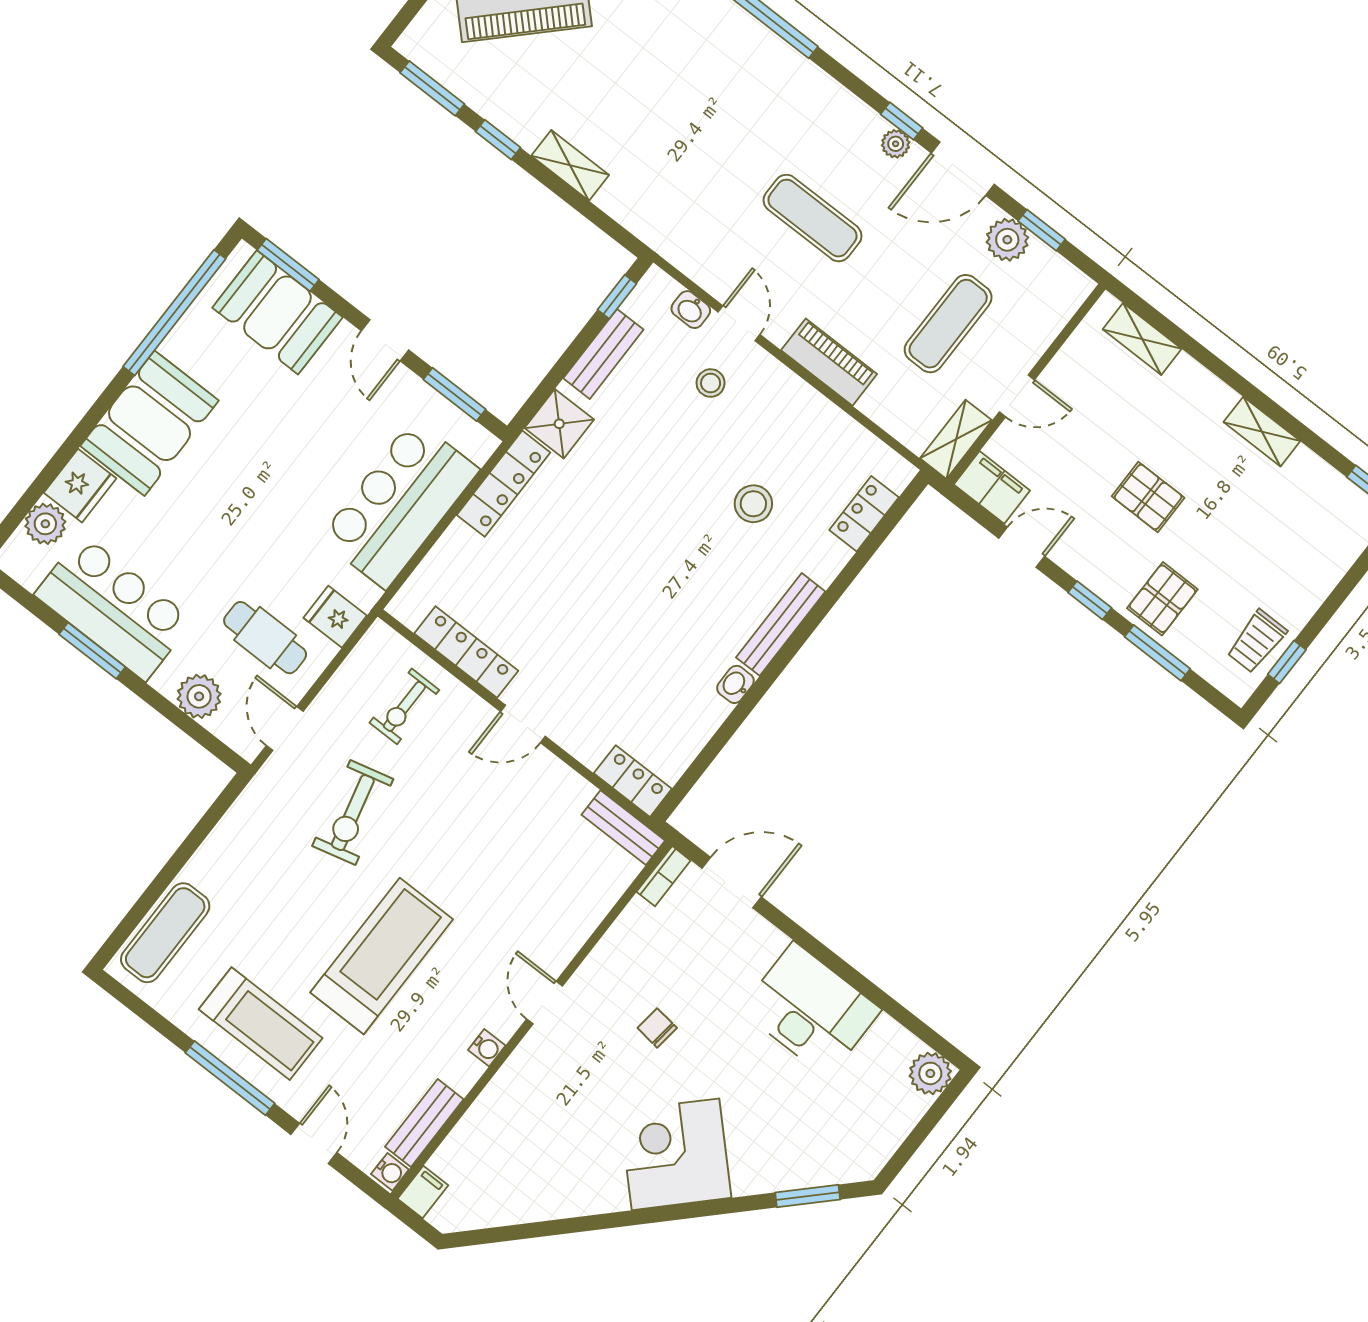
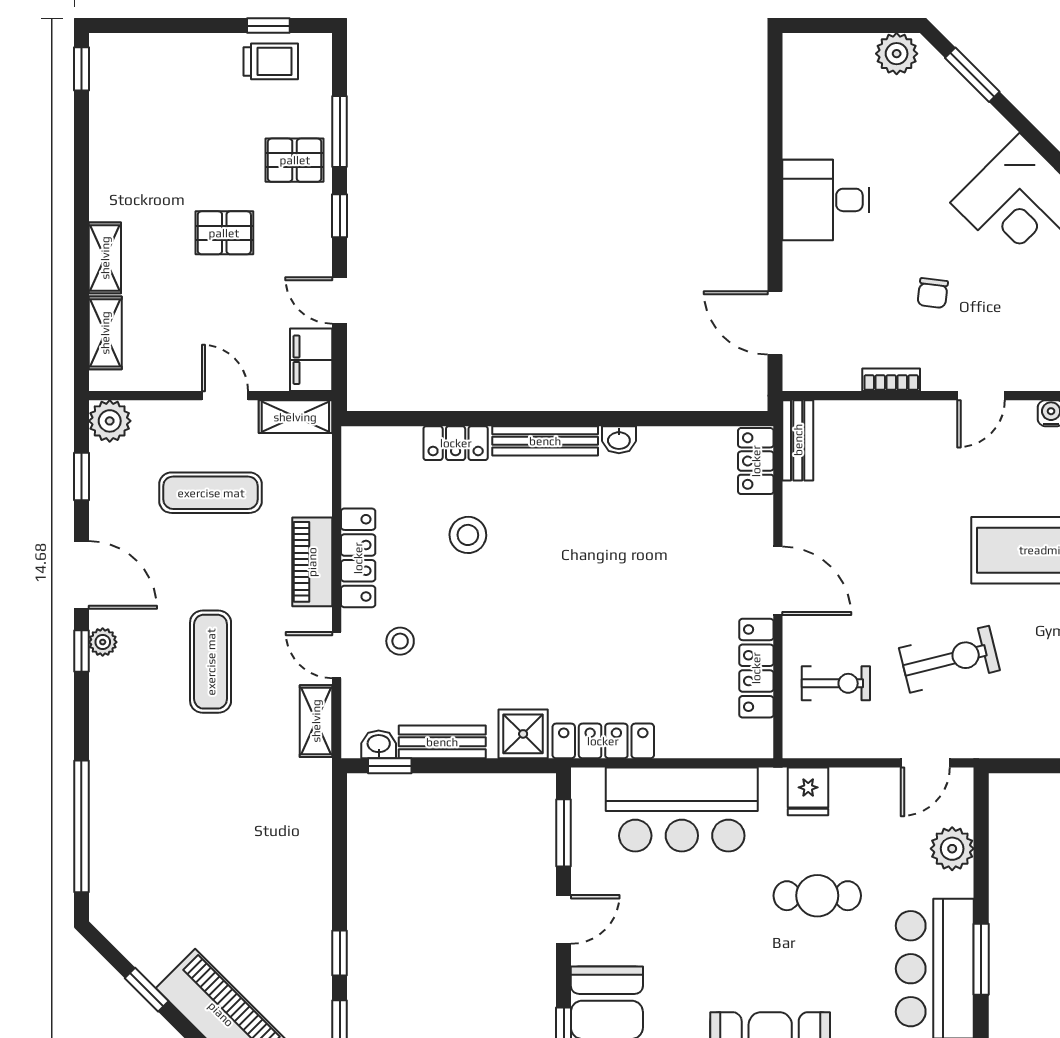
shelving: (570, 165) -> (316, 721), moved
plant: (1007, 240) -> (110, 421), moved
washbasin: (691, 310) -> (379, 744), moved, turned -90
door: (739, 323) -> (337, 655), hinge flipped
locker: (804, 401) -> (358, 558), added
shelving: (1262, 432) -> (105, 258), moved
pallet: (1148, 497) -> (224, 233), turned 90
locker: (864, 514) -> (456, 443), moved
cafe table: (265, 638) -> (817, 896), moved, turned 90
door: (523, 724) -> (778, 581), width x1.38
bookcase: (664, 876) -> (891, 380), moved
desk: (811, 1010) -> (826, 200), width x0.73
plant: (930, 1073) -> (897, 54), moved

